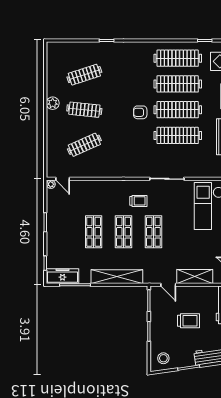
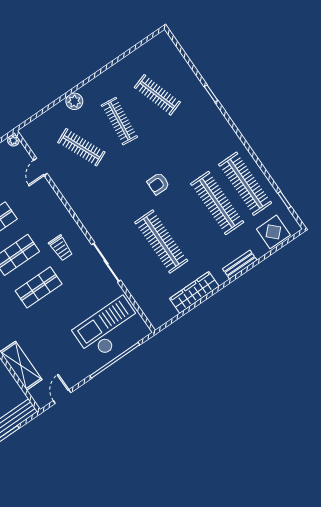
plant: (53, 103) -> (74, 101), moved
clothes rail: (178, 110) -> (189, 222), removed
armchair: (140, 112) -> (158, 184), turned -90
door: (63, 179) -> (40, 167), moved

